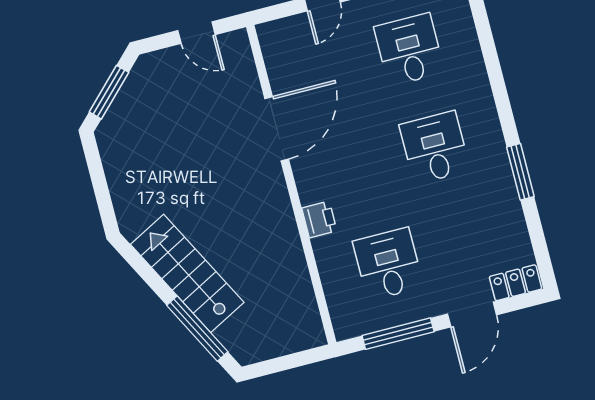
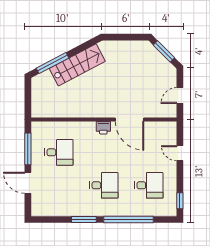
window: (495, 75) -> (128, 219), added
printer: (319, 219) -> (103, 128), moved
locker: (516, 283) -> (37, 205), removed

